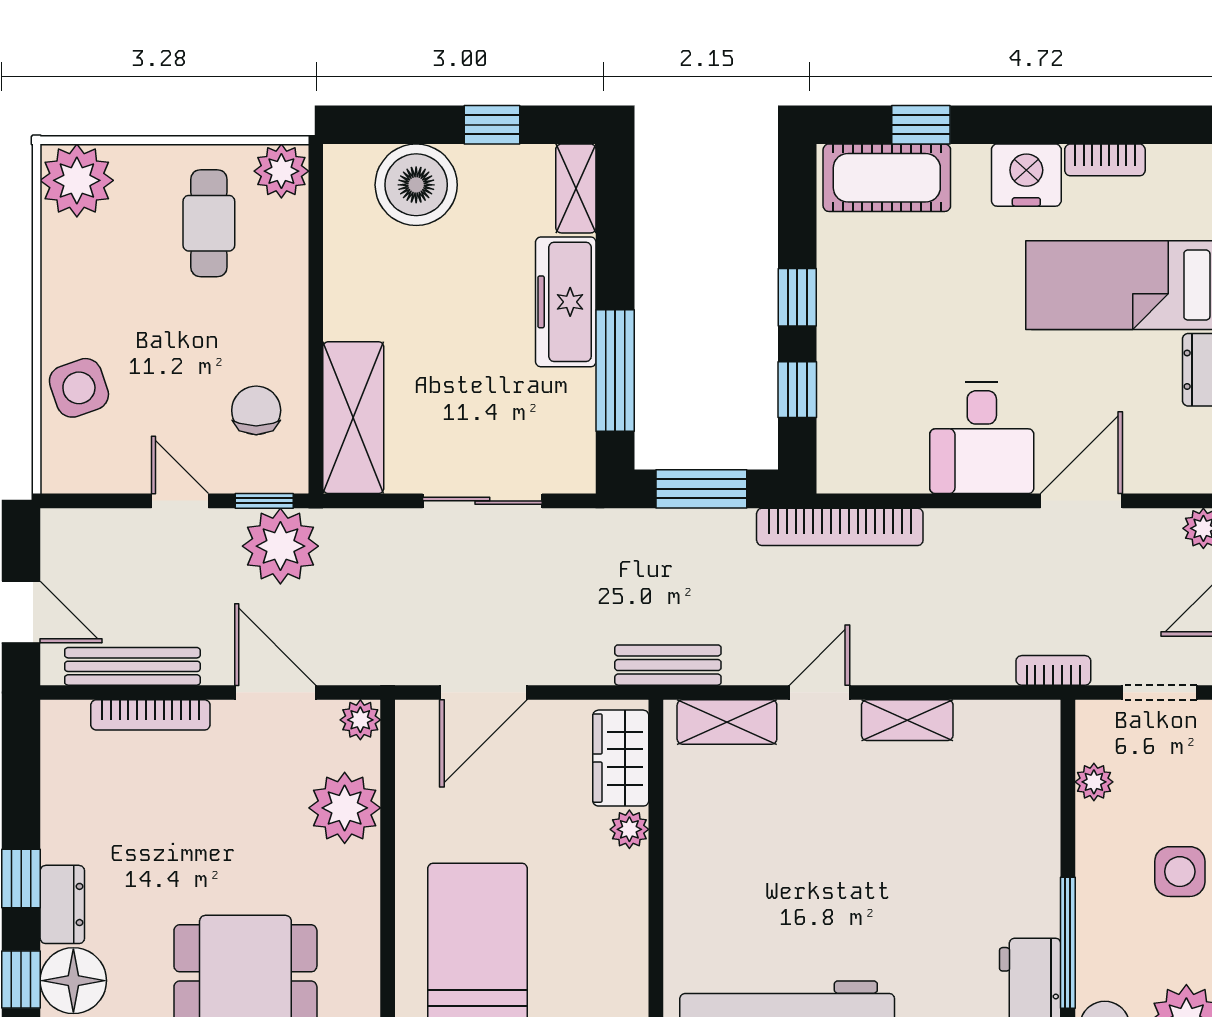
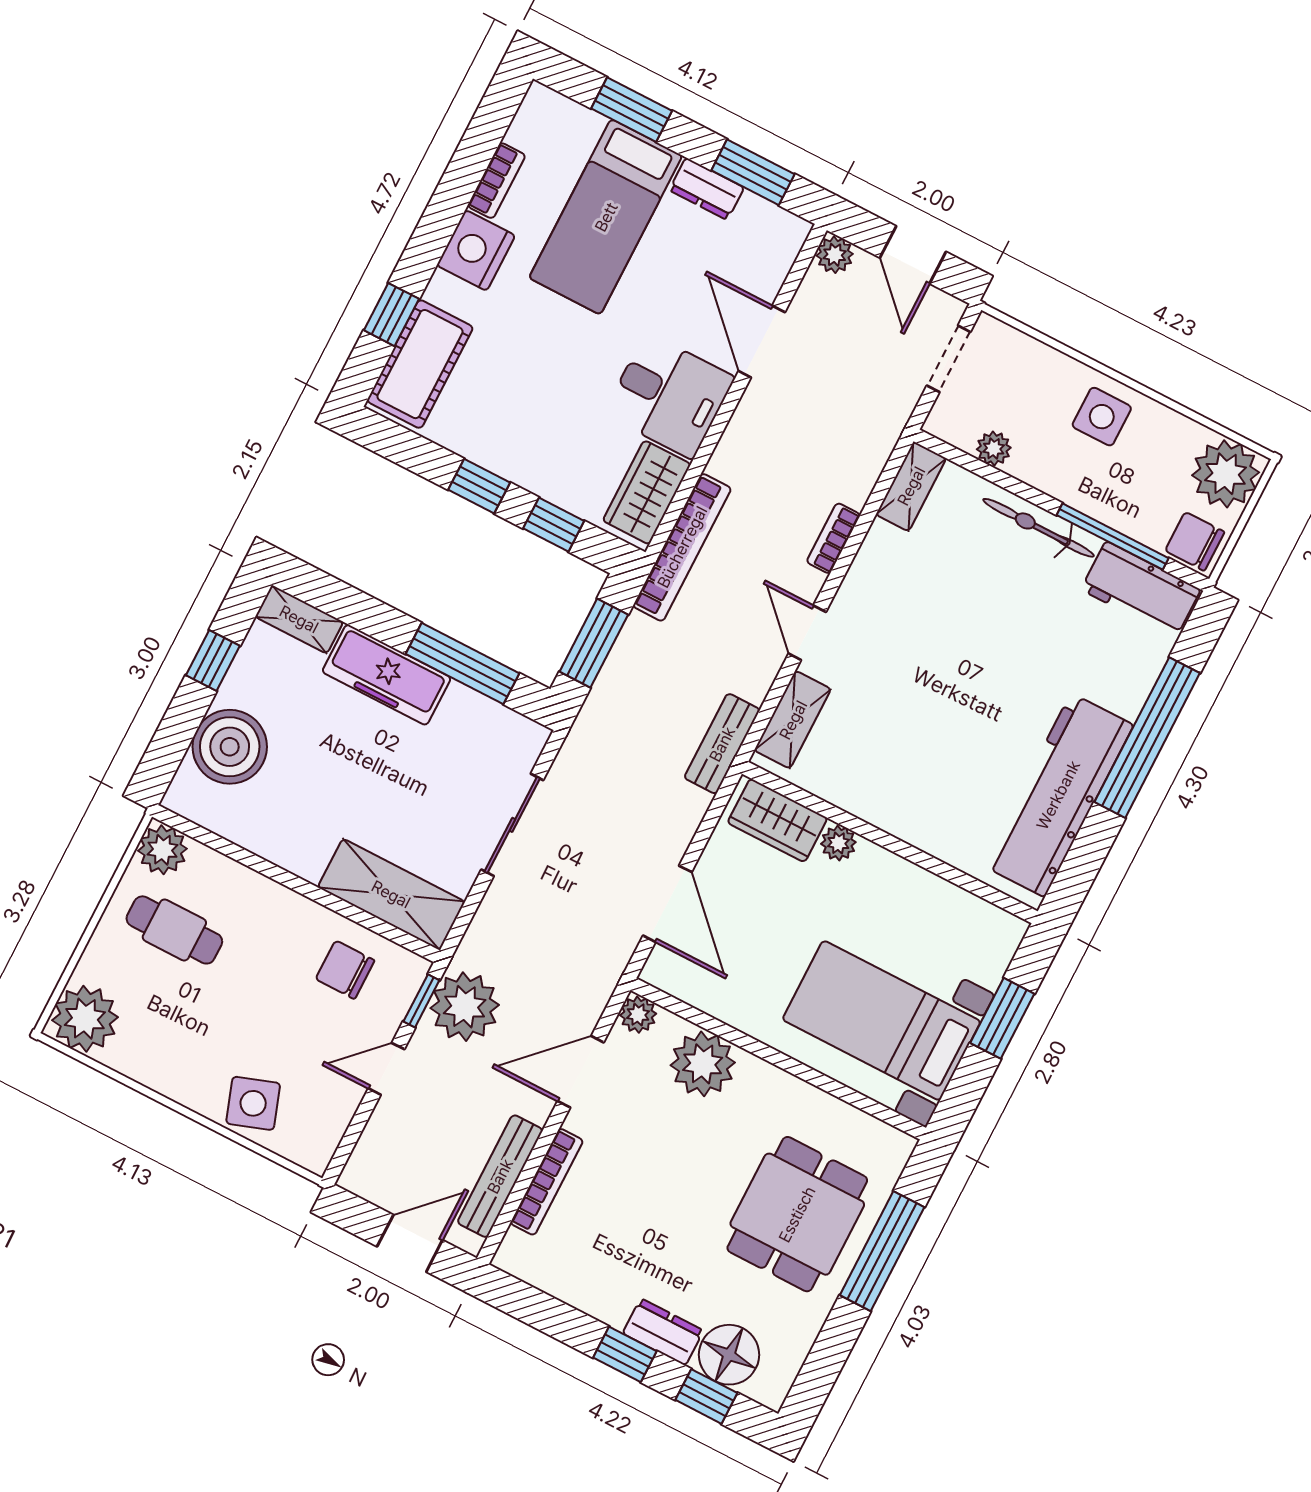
wardrobe: (876, 464) -> (647, 492), added
bookcase: (1053, 670) -> (833, 538), moved
shelving: (907, 720) -> (911, 486), moved
bicycle: (1039, 866) -> (1039, 528), added

